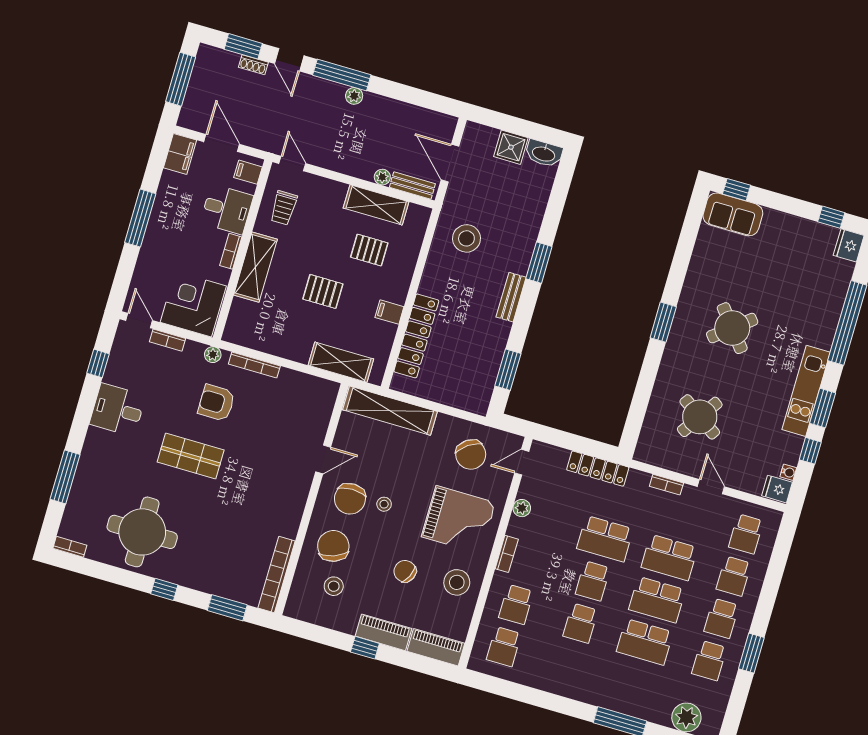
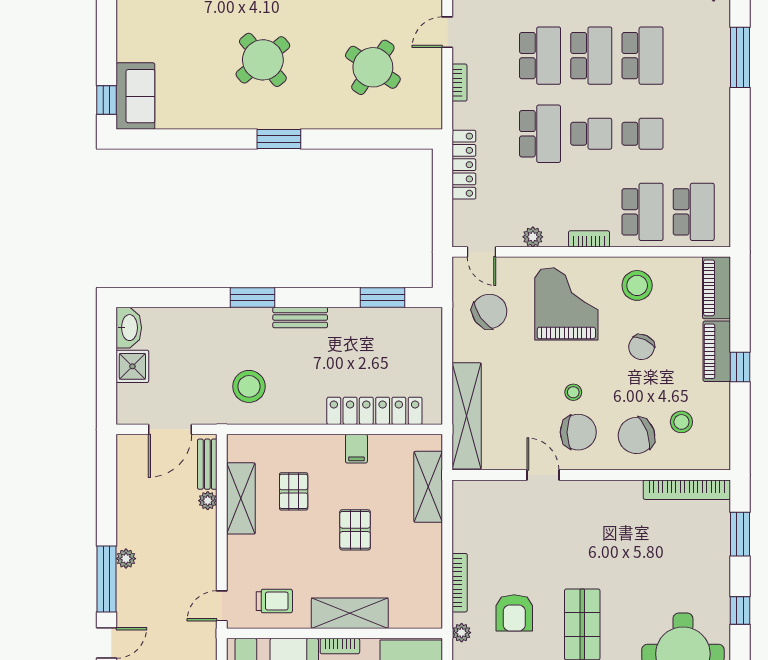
school desk: (516, 604) -> (642, 212), width x1.85
school desk: (504, 647) -> (694, 212), width x1.85

